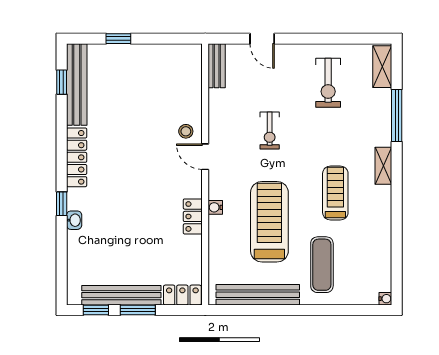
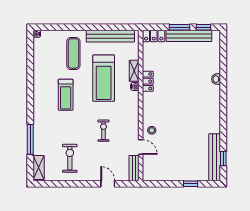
locker: (77, 157) -> (215, 115), removed
door: (205, 157) -> (141, 147), moved
shelving: (383, 166) -> (134, 71), moved
window: (62, 204) -> (223, 89), removed

